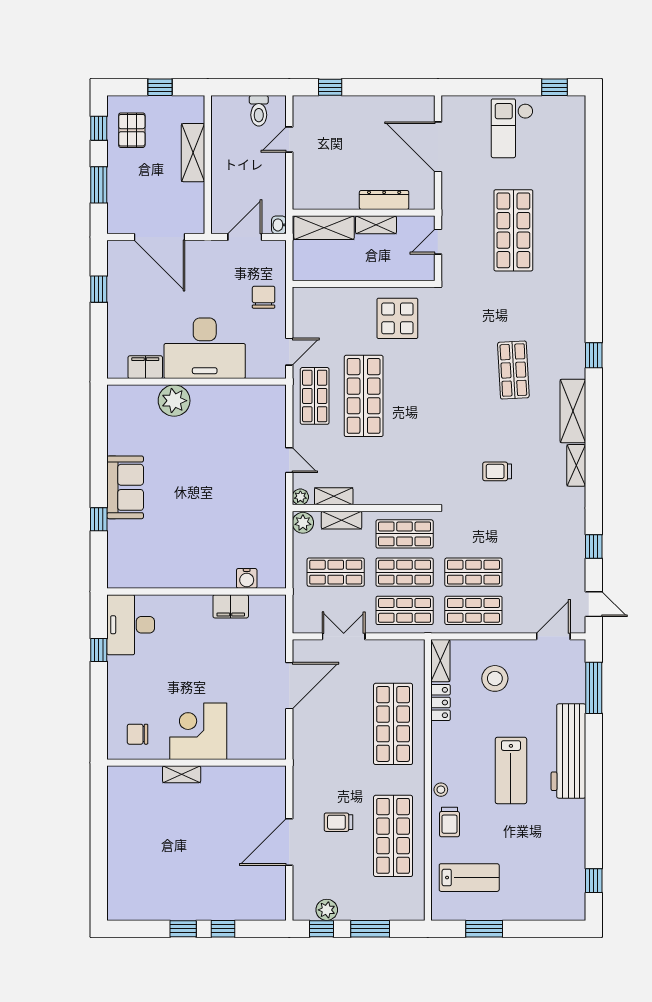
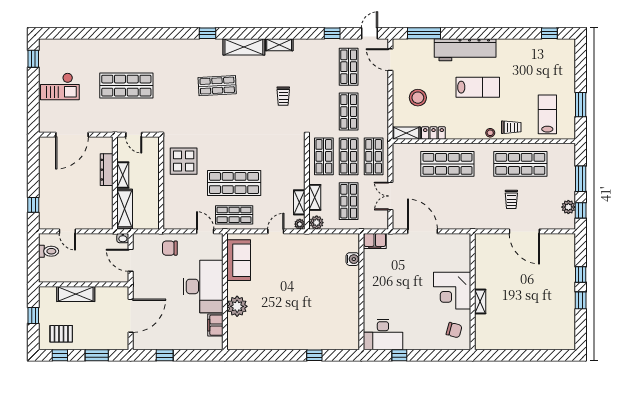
sofa: (125, 487) -> (239, 260), moved, turned 90
filing cabinet: (231, 606) -> (375, 241), moved, turned 90
shop shelf: (473, 610) -> (349, 67), moved
chair: (138, 734) -> (454, 330), turned -75

